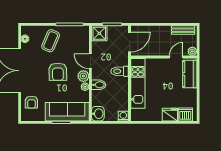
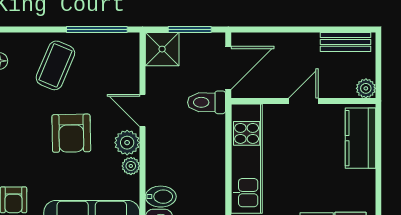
door: (176, 57) -> (303, 101), moved
toilet: (120, 71) -> (207, 102), moved
bidet: (99, 85) -> (161, 197), moved

